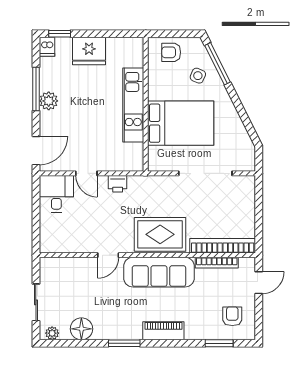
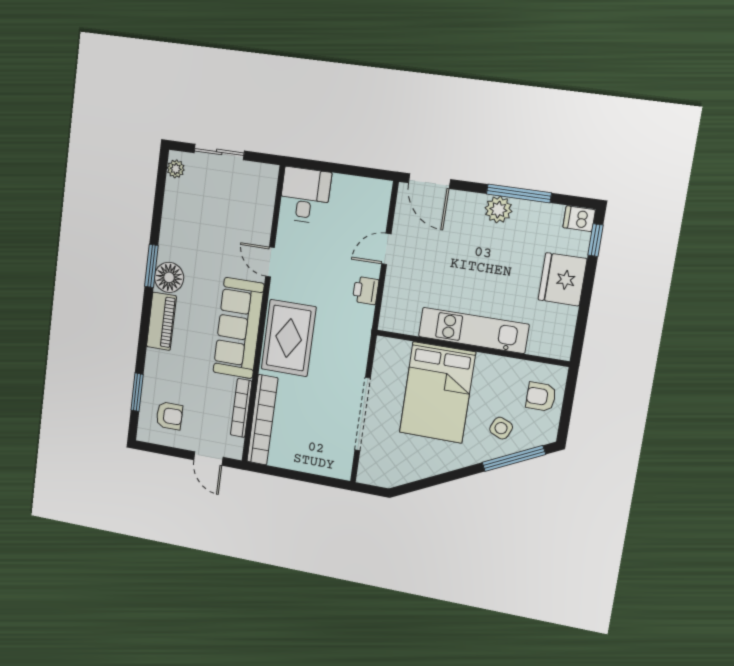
armchair: (171, 52) -> (541, 397), turned -90
desk: (56, 194) -> (305, 195), moved, turned -90
floor lamp: (81, 329) -> (169, 277), moved

